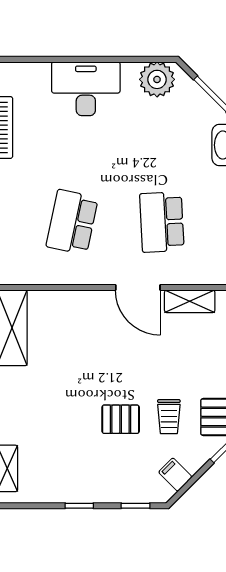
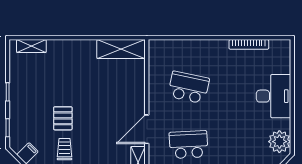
trolley: (169, 417) -> (64, 149), turned 90

